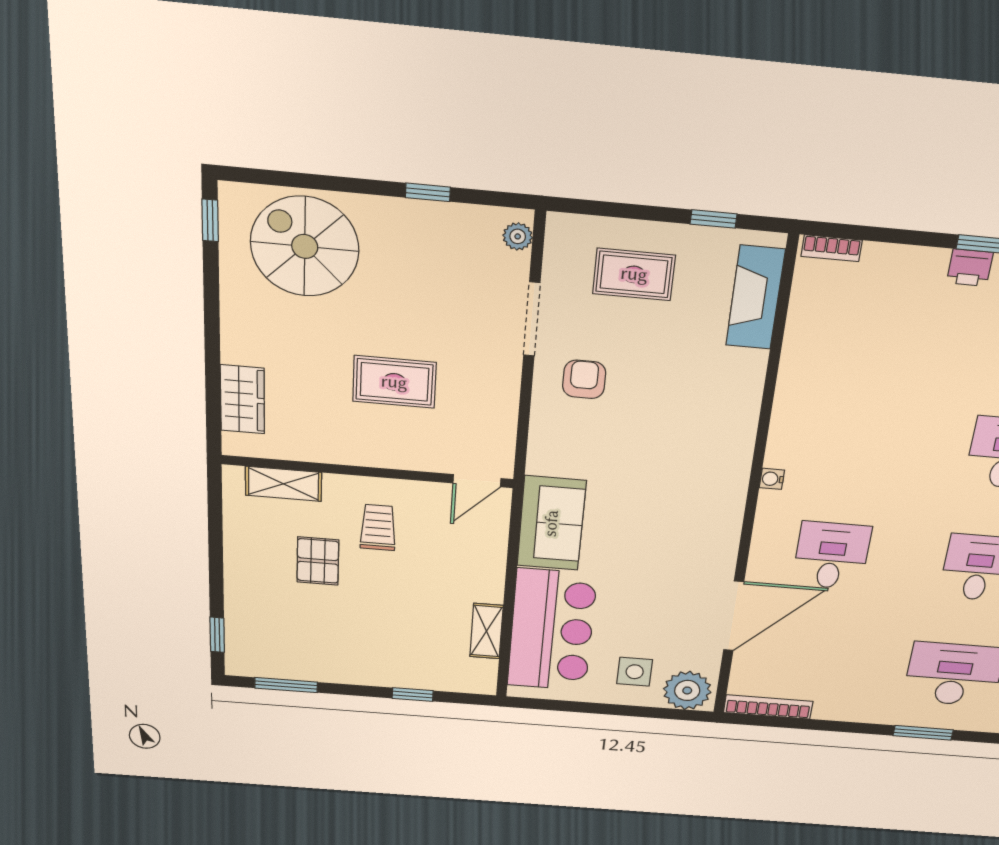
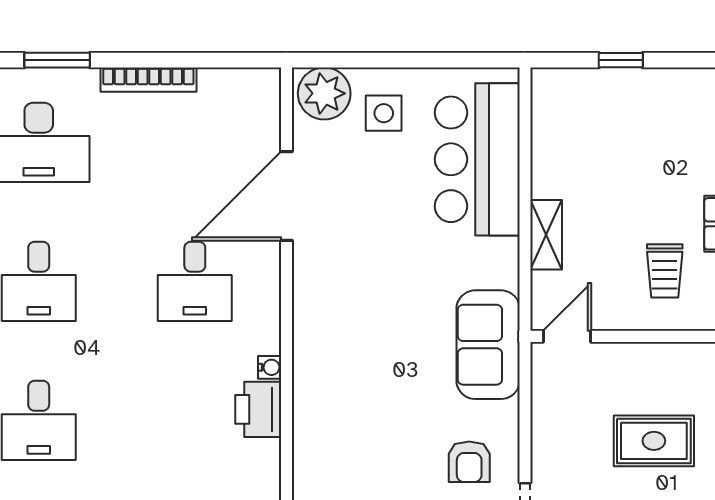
printer: (789, 444) -> (258, 409), added
sofa: (551, 523) -> (488, 345), moved
shelving: (487, 631) -> (546, 235), moved
bookcase: (768, 707) -> (148, 80), moved

